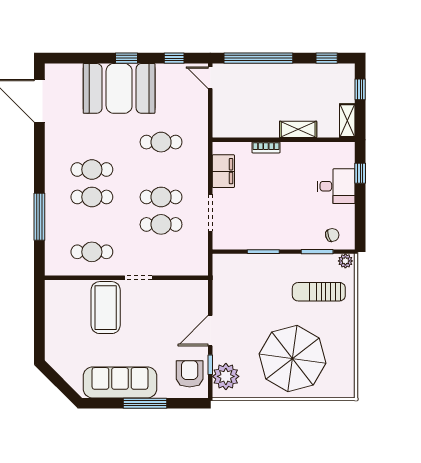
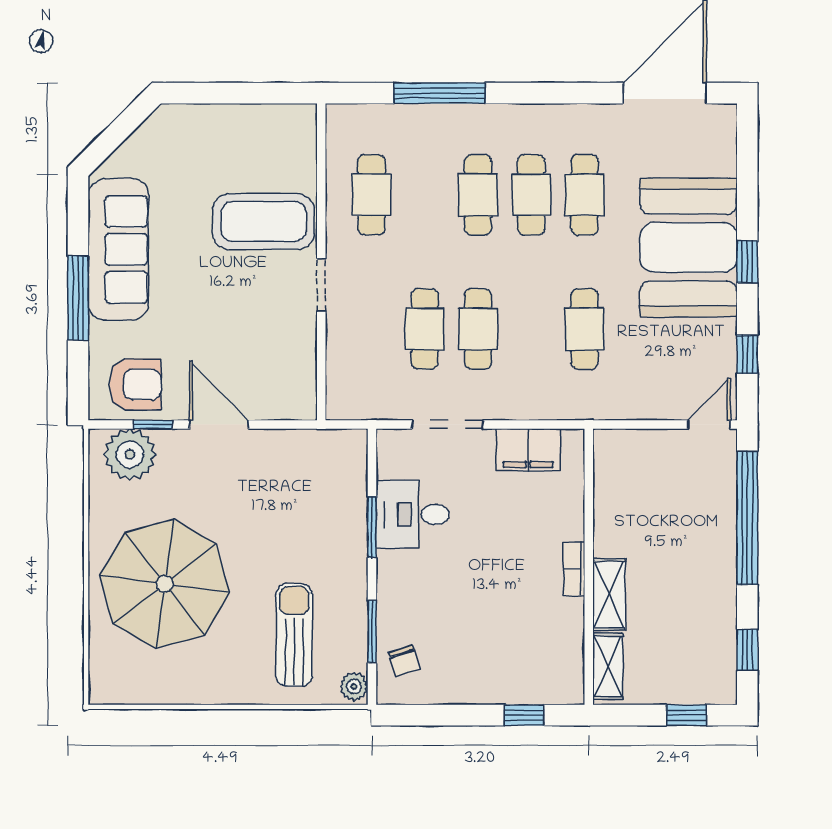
shelving: (347, 121) -> (608, 666), moved, turned 90
cafe table: (92, 142) -> (584, 195), added
bookcase: (266, 147) -> (574, 569), moved
desk: (336, 186) -> (413, 514), moved, turned 90

